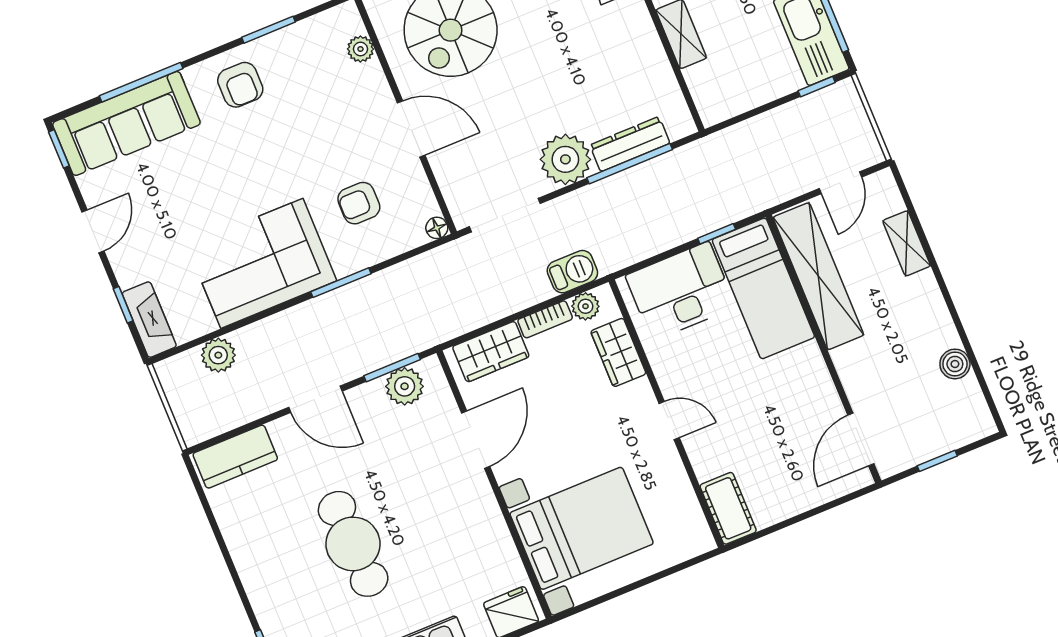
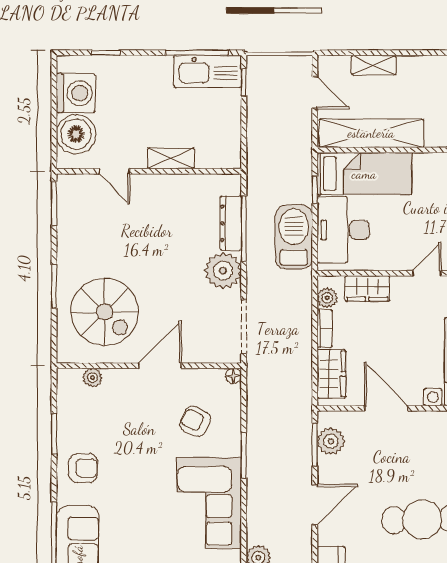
armchair: (359, 203) -> (195, 421), turned 116
barbecue: (572, 272) -> (294, 237), moved, width x1.88, depth x1.53

